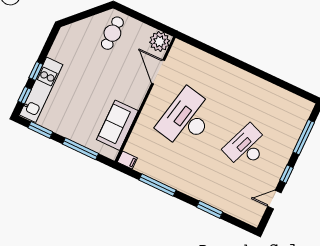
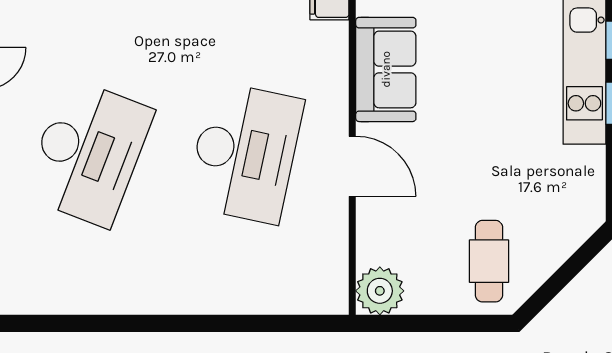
door: (158, 72) -> (352, 166), moved
desk: (246, 147) -> (88, 153), width x1.36, depth x1.30

